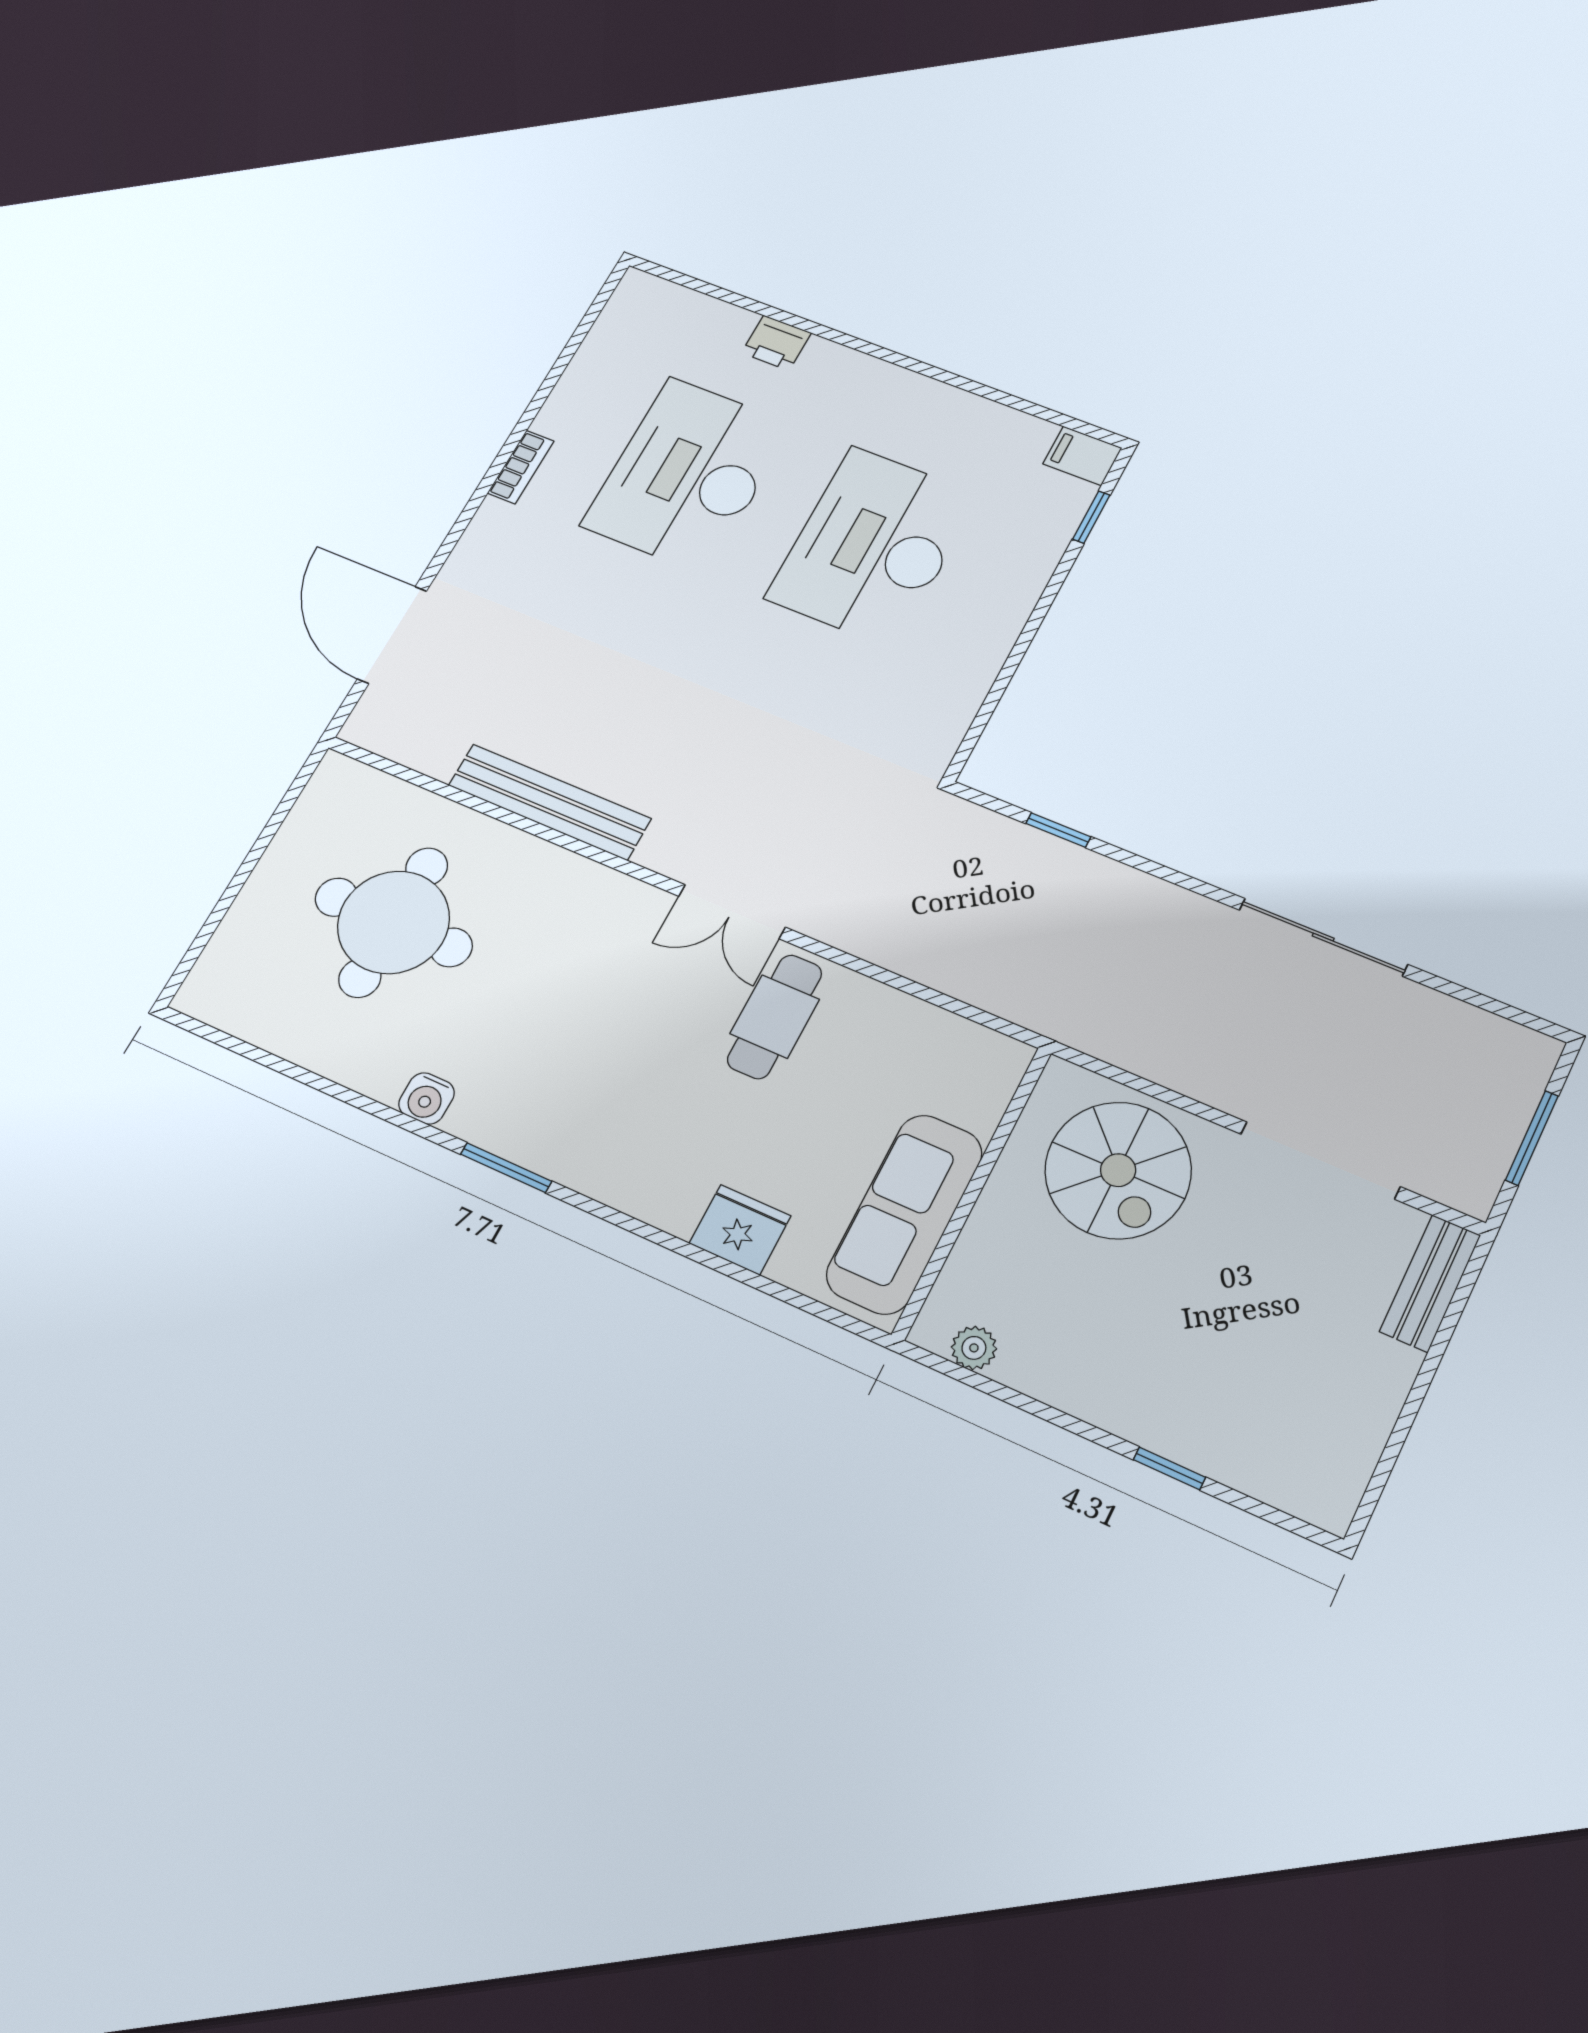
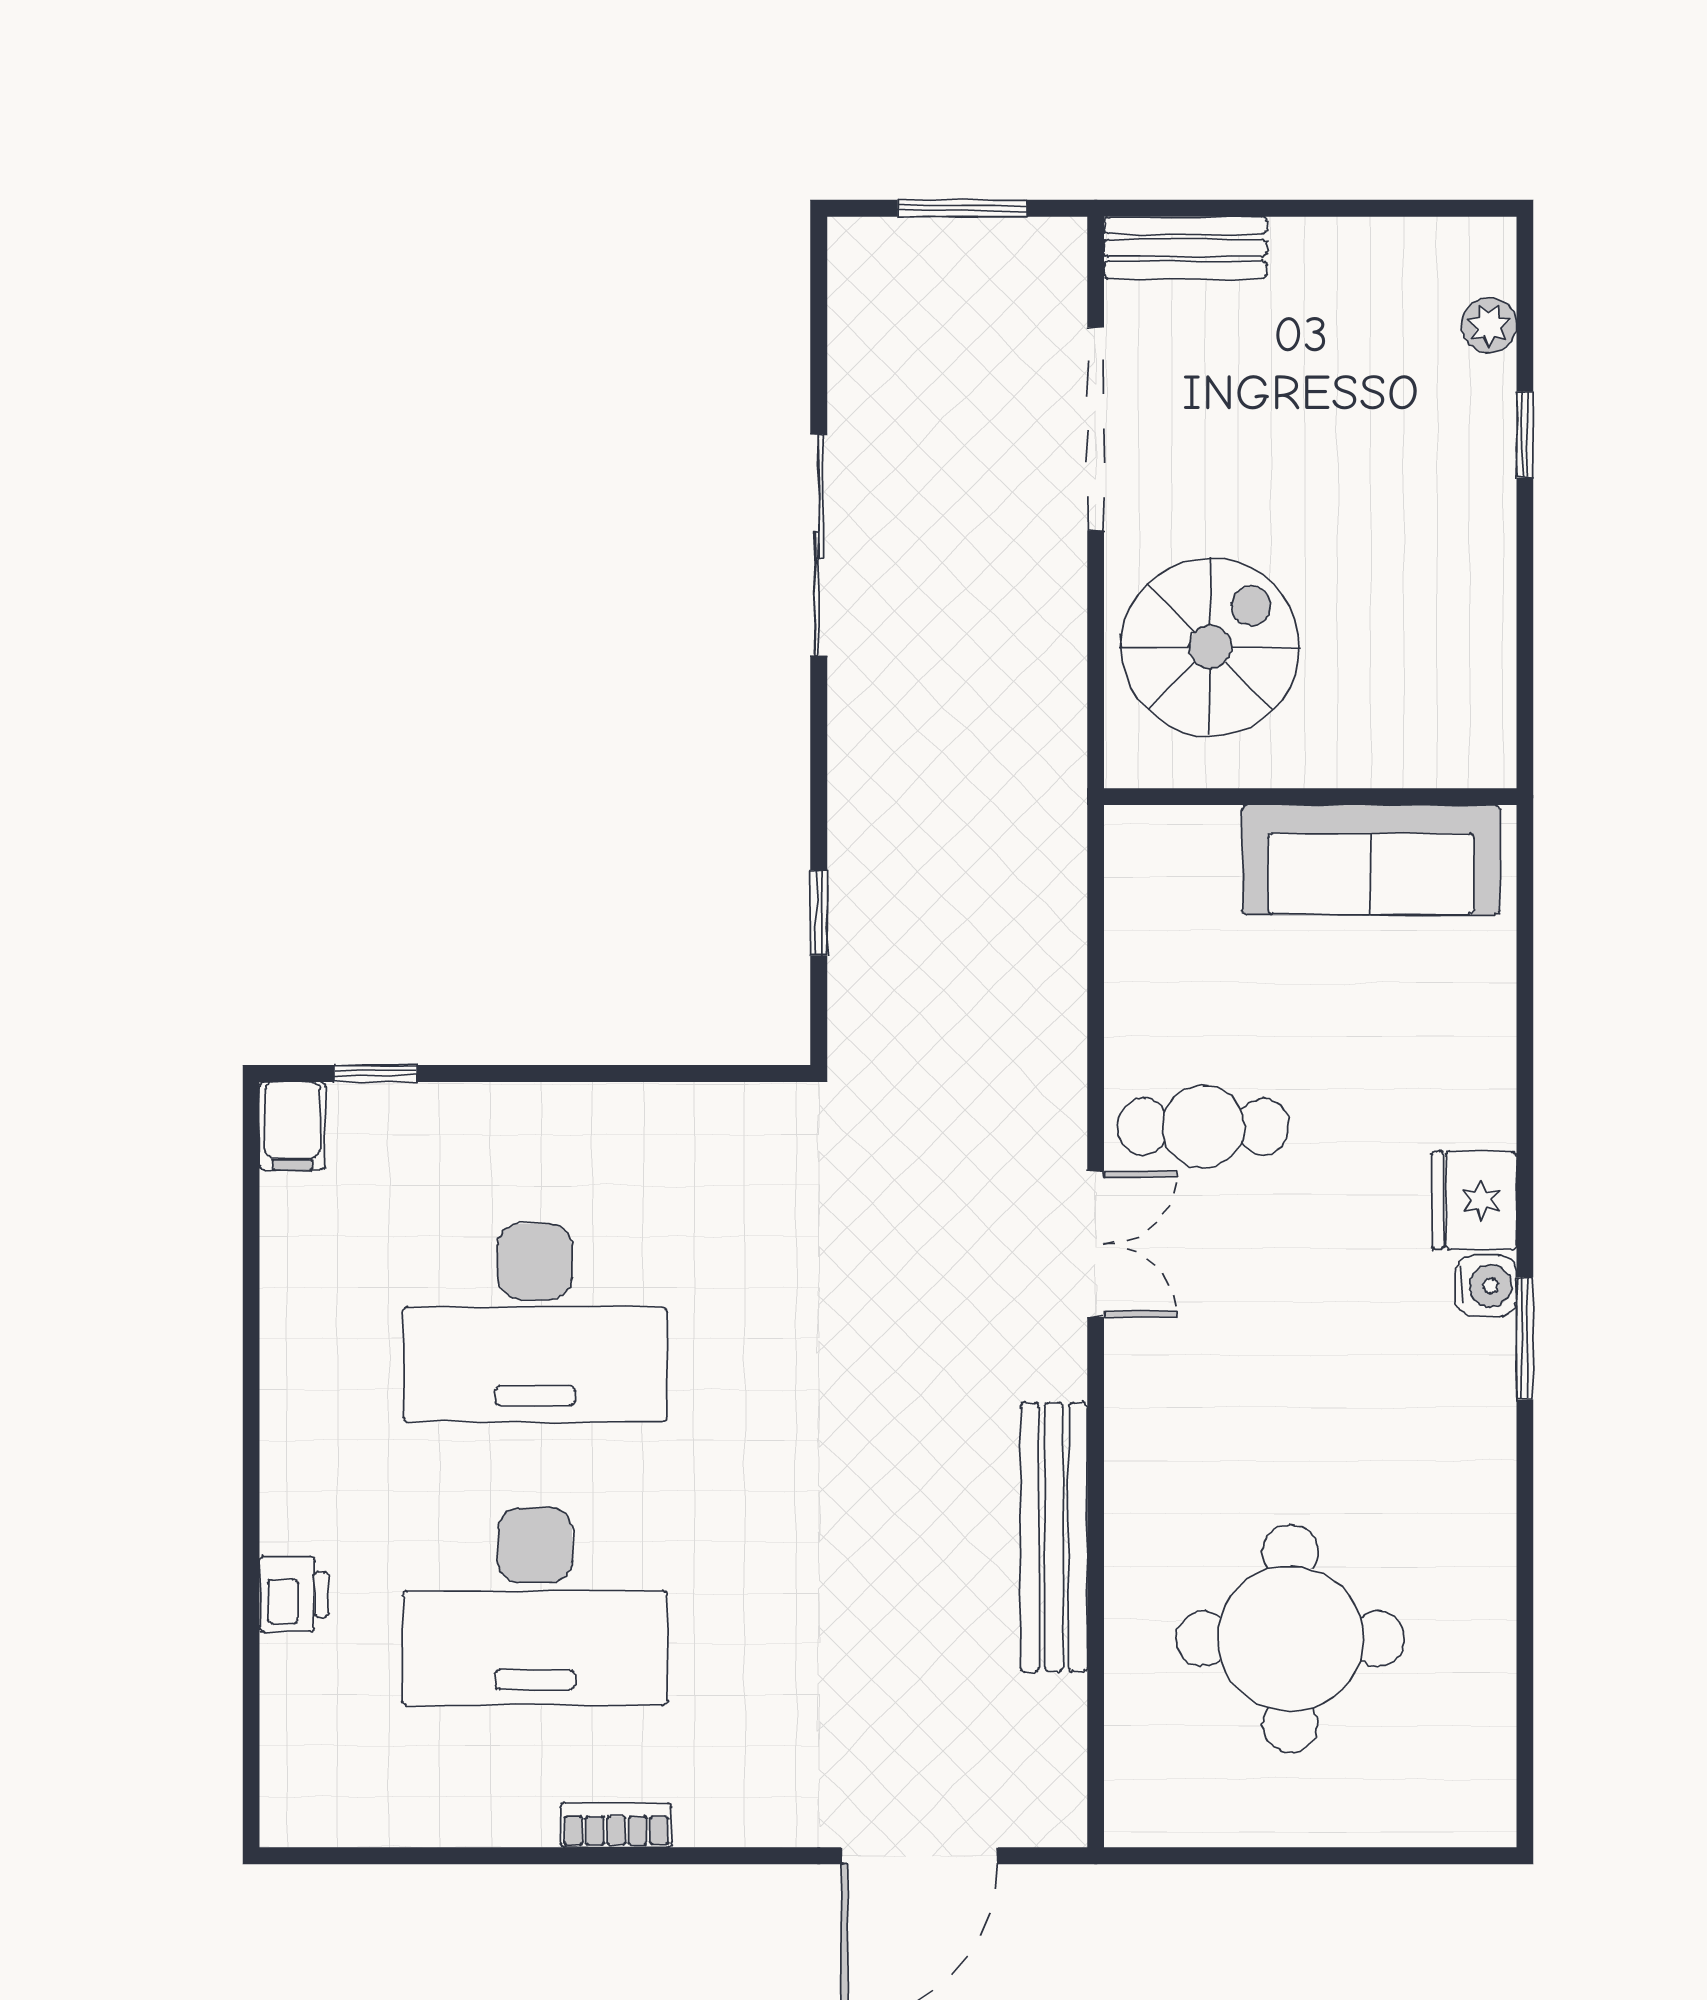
water cooler: (427, 1098) -> (1486, 1286), moved
fridge: (740, 1230) -> (1474, 1200), moved
plant: (974, 1348) -> (1489, 325), moved

